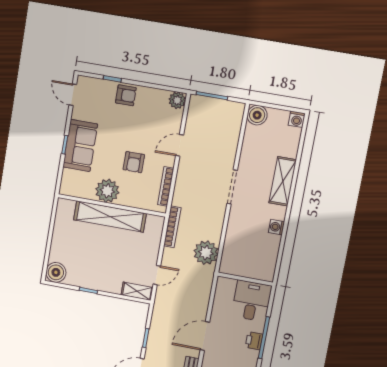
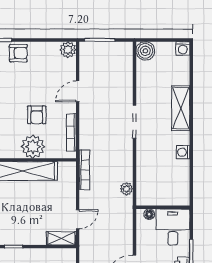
plant: (107, 191) -> (33, 147), moved
plant: (206, 253) -> (127, 189), width x0.53, depth x0.53
floor lamp: (230, 284) -> (149, 214), added

